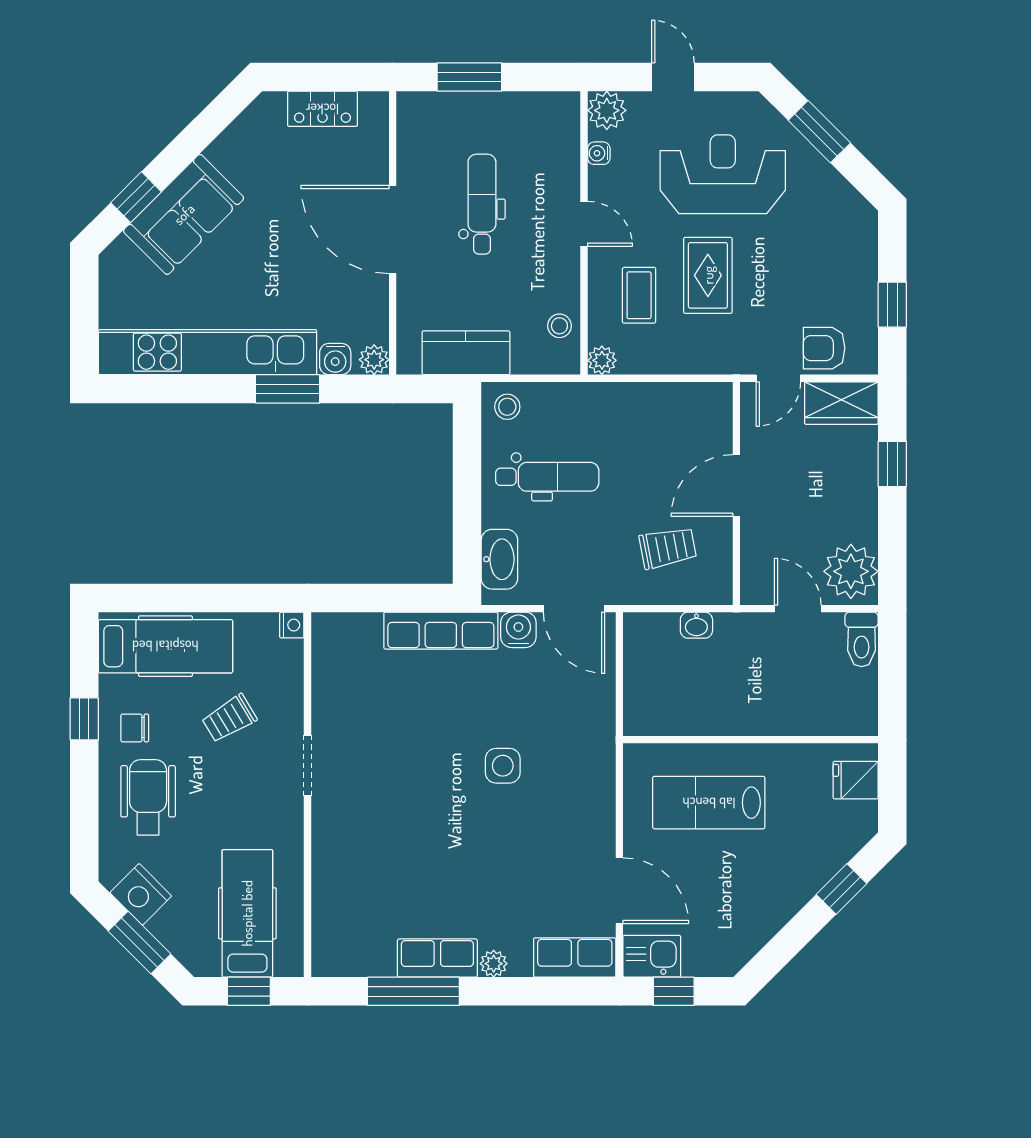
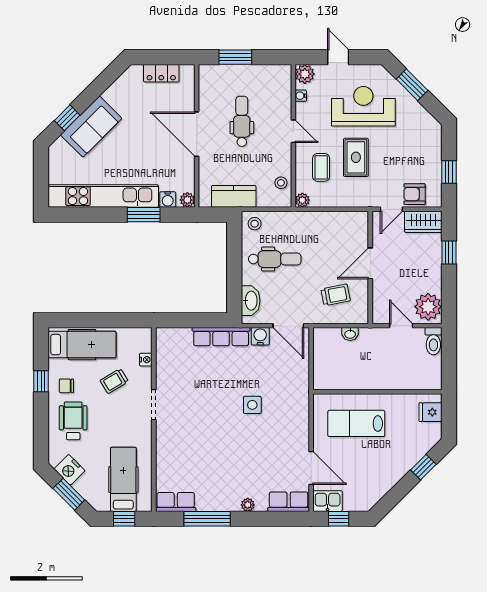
nightstand: (292, 625) -> (146, 360), moved
row of seats: (437, 958) -> (176, 502), moved

